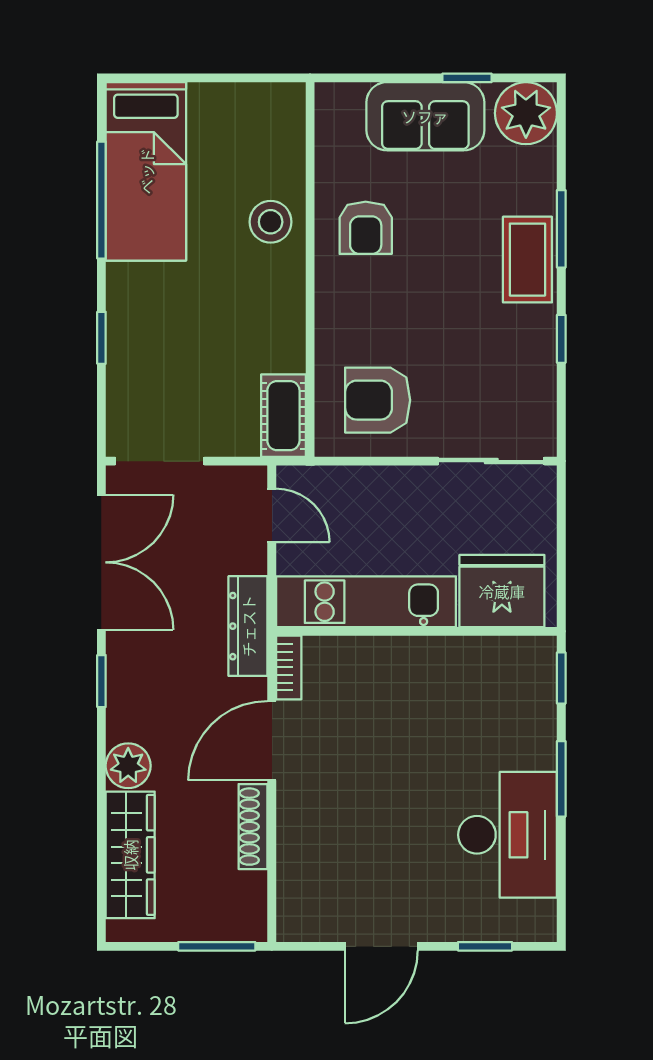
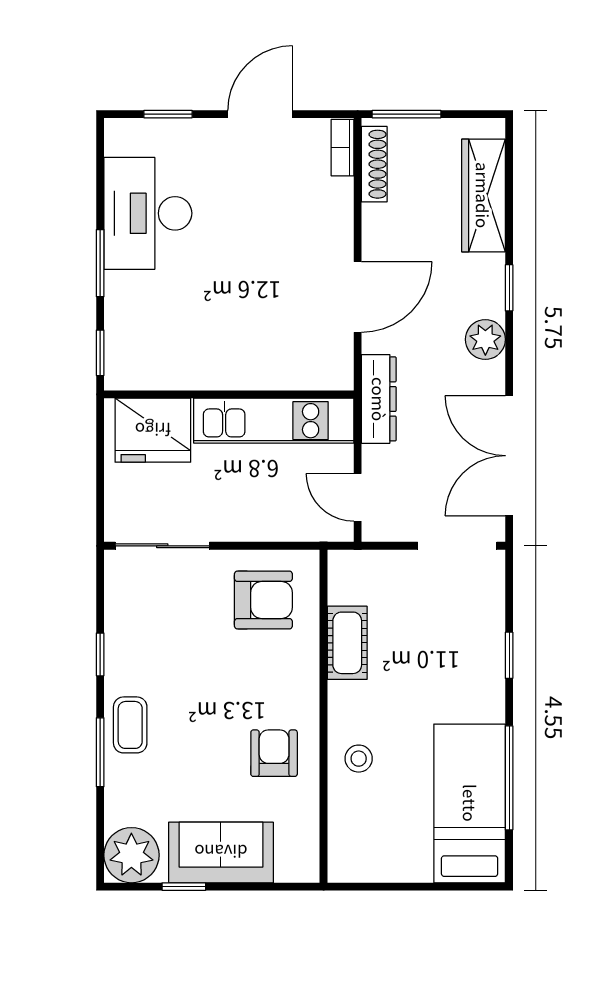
stool: (271, 222) -> (359, 759), width x0.73, depth x0.73
coffee table: (527, 260) -> (130, 725), width x0.73, depth x0.77
cot: (283, 416) -> (347, 643), moved
bookcase: (289, 667) -> (342, 148), moved
window: (101, 681) -> (509, 288), moved
plant: (128, 766) -> (485, 339), moved
shoe rack: (253, 827) -> (374, 164), moved

